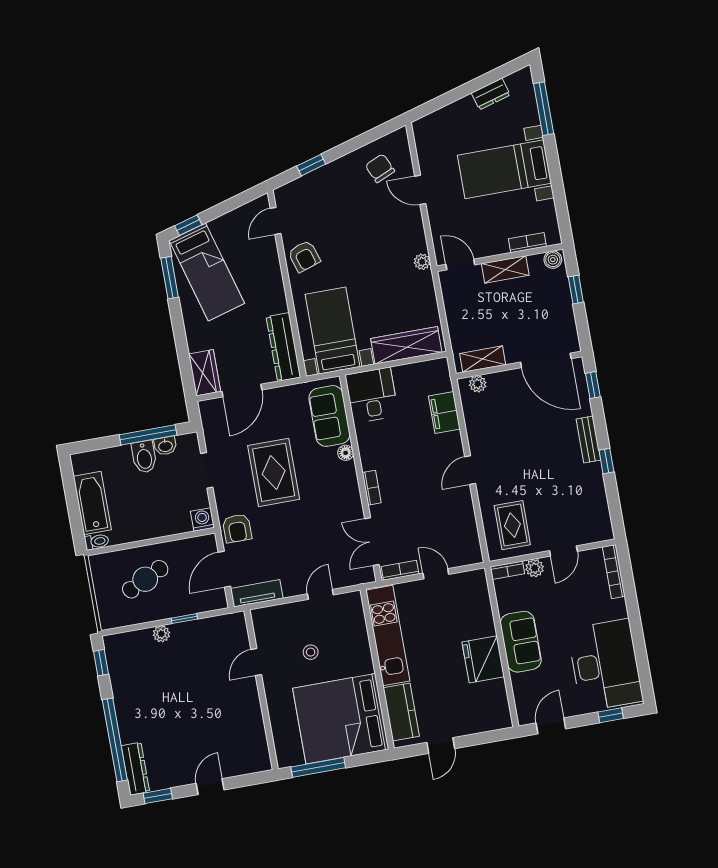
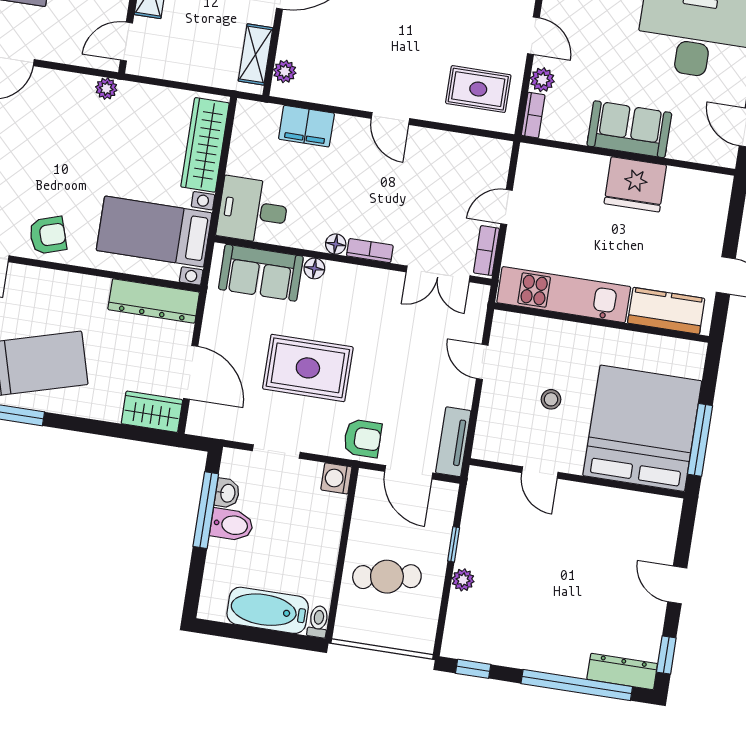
floor lamp: (368, 462) -> (336, 244), added
cafe table: (145, 579) -> (387, 577), turned -74
bed: (341, 719) -> (642, 428), moved, turned 180

